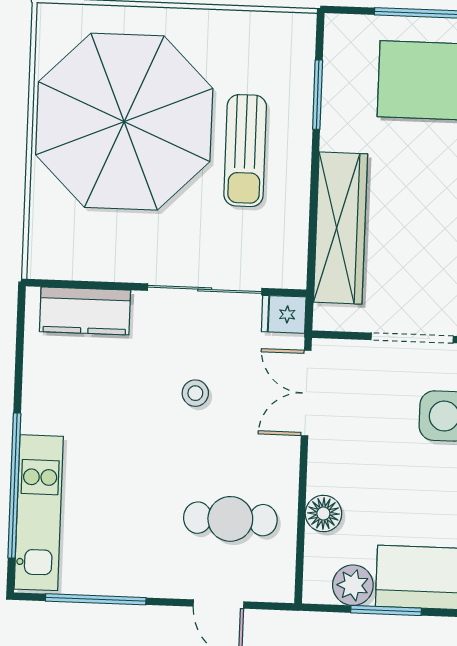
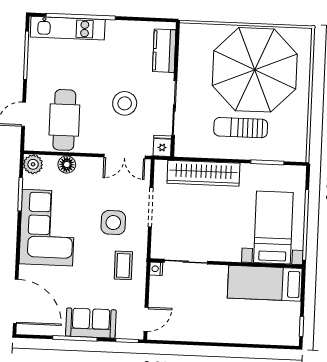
stool: (195, 393) -> (125, 103), width x1.89, depth x1.89
double door: (306, 393) -> (125, 156), swing flipped
cafe table: (230, 519) -> (64, 120), width x1.37, depth x1.35
plant: (353, 585) -> (33, 164), moved

